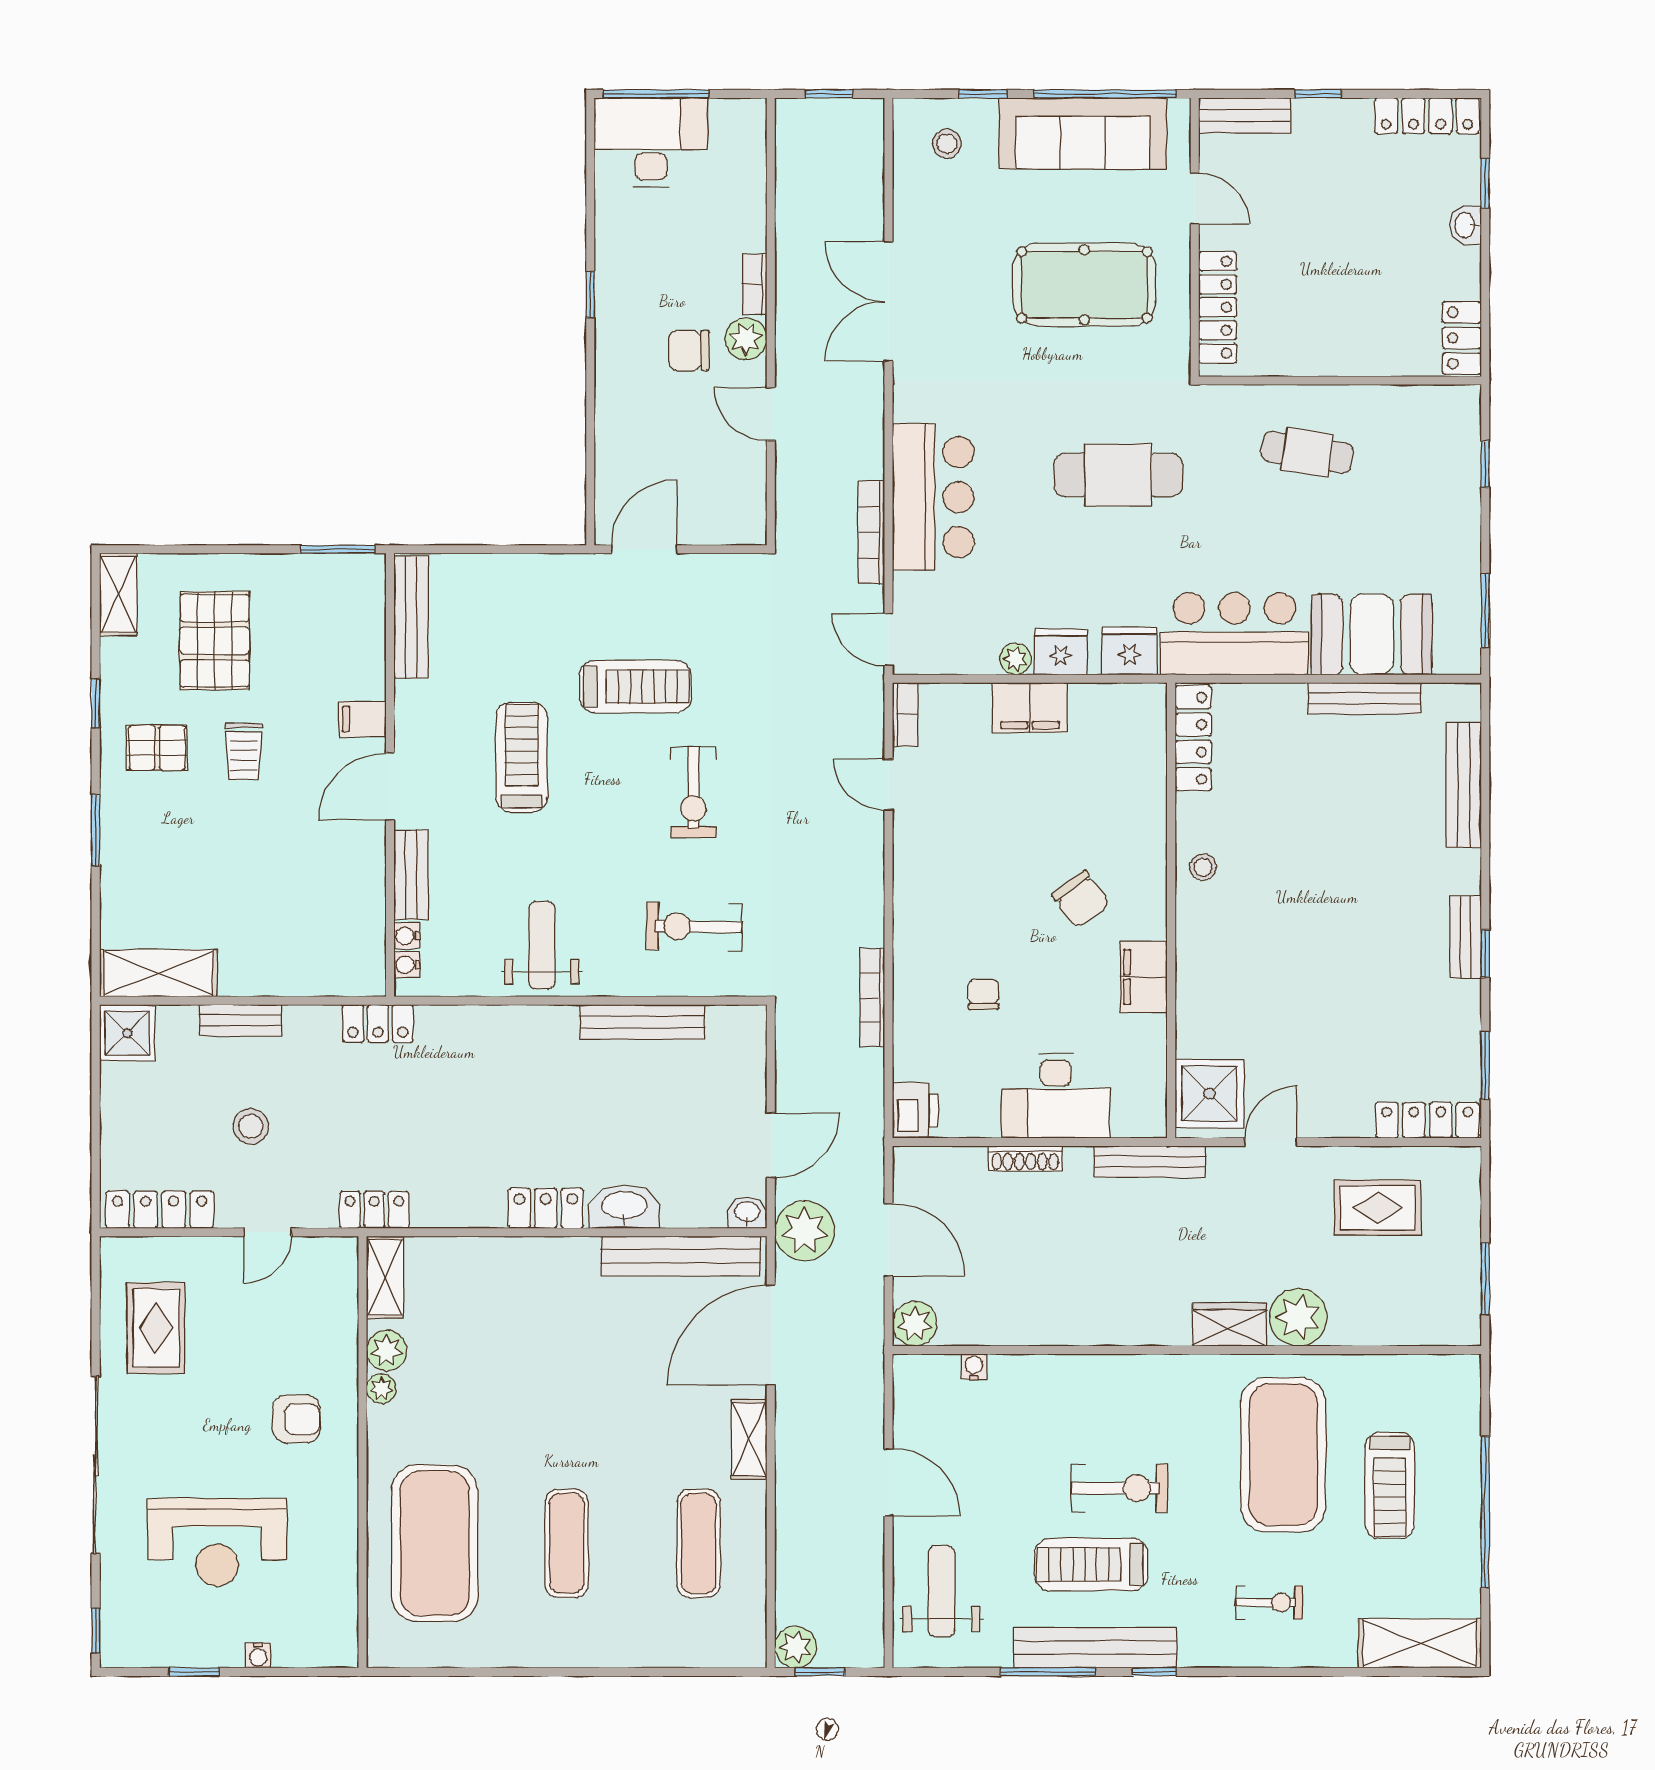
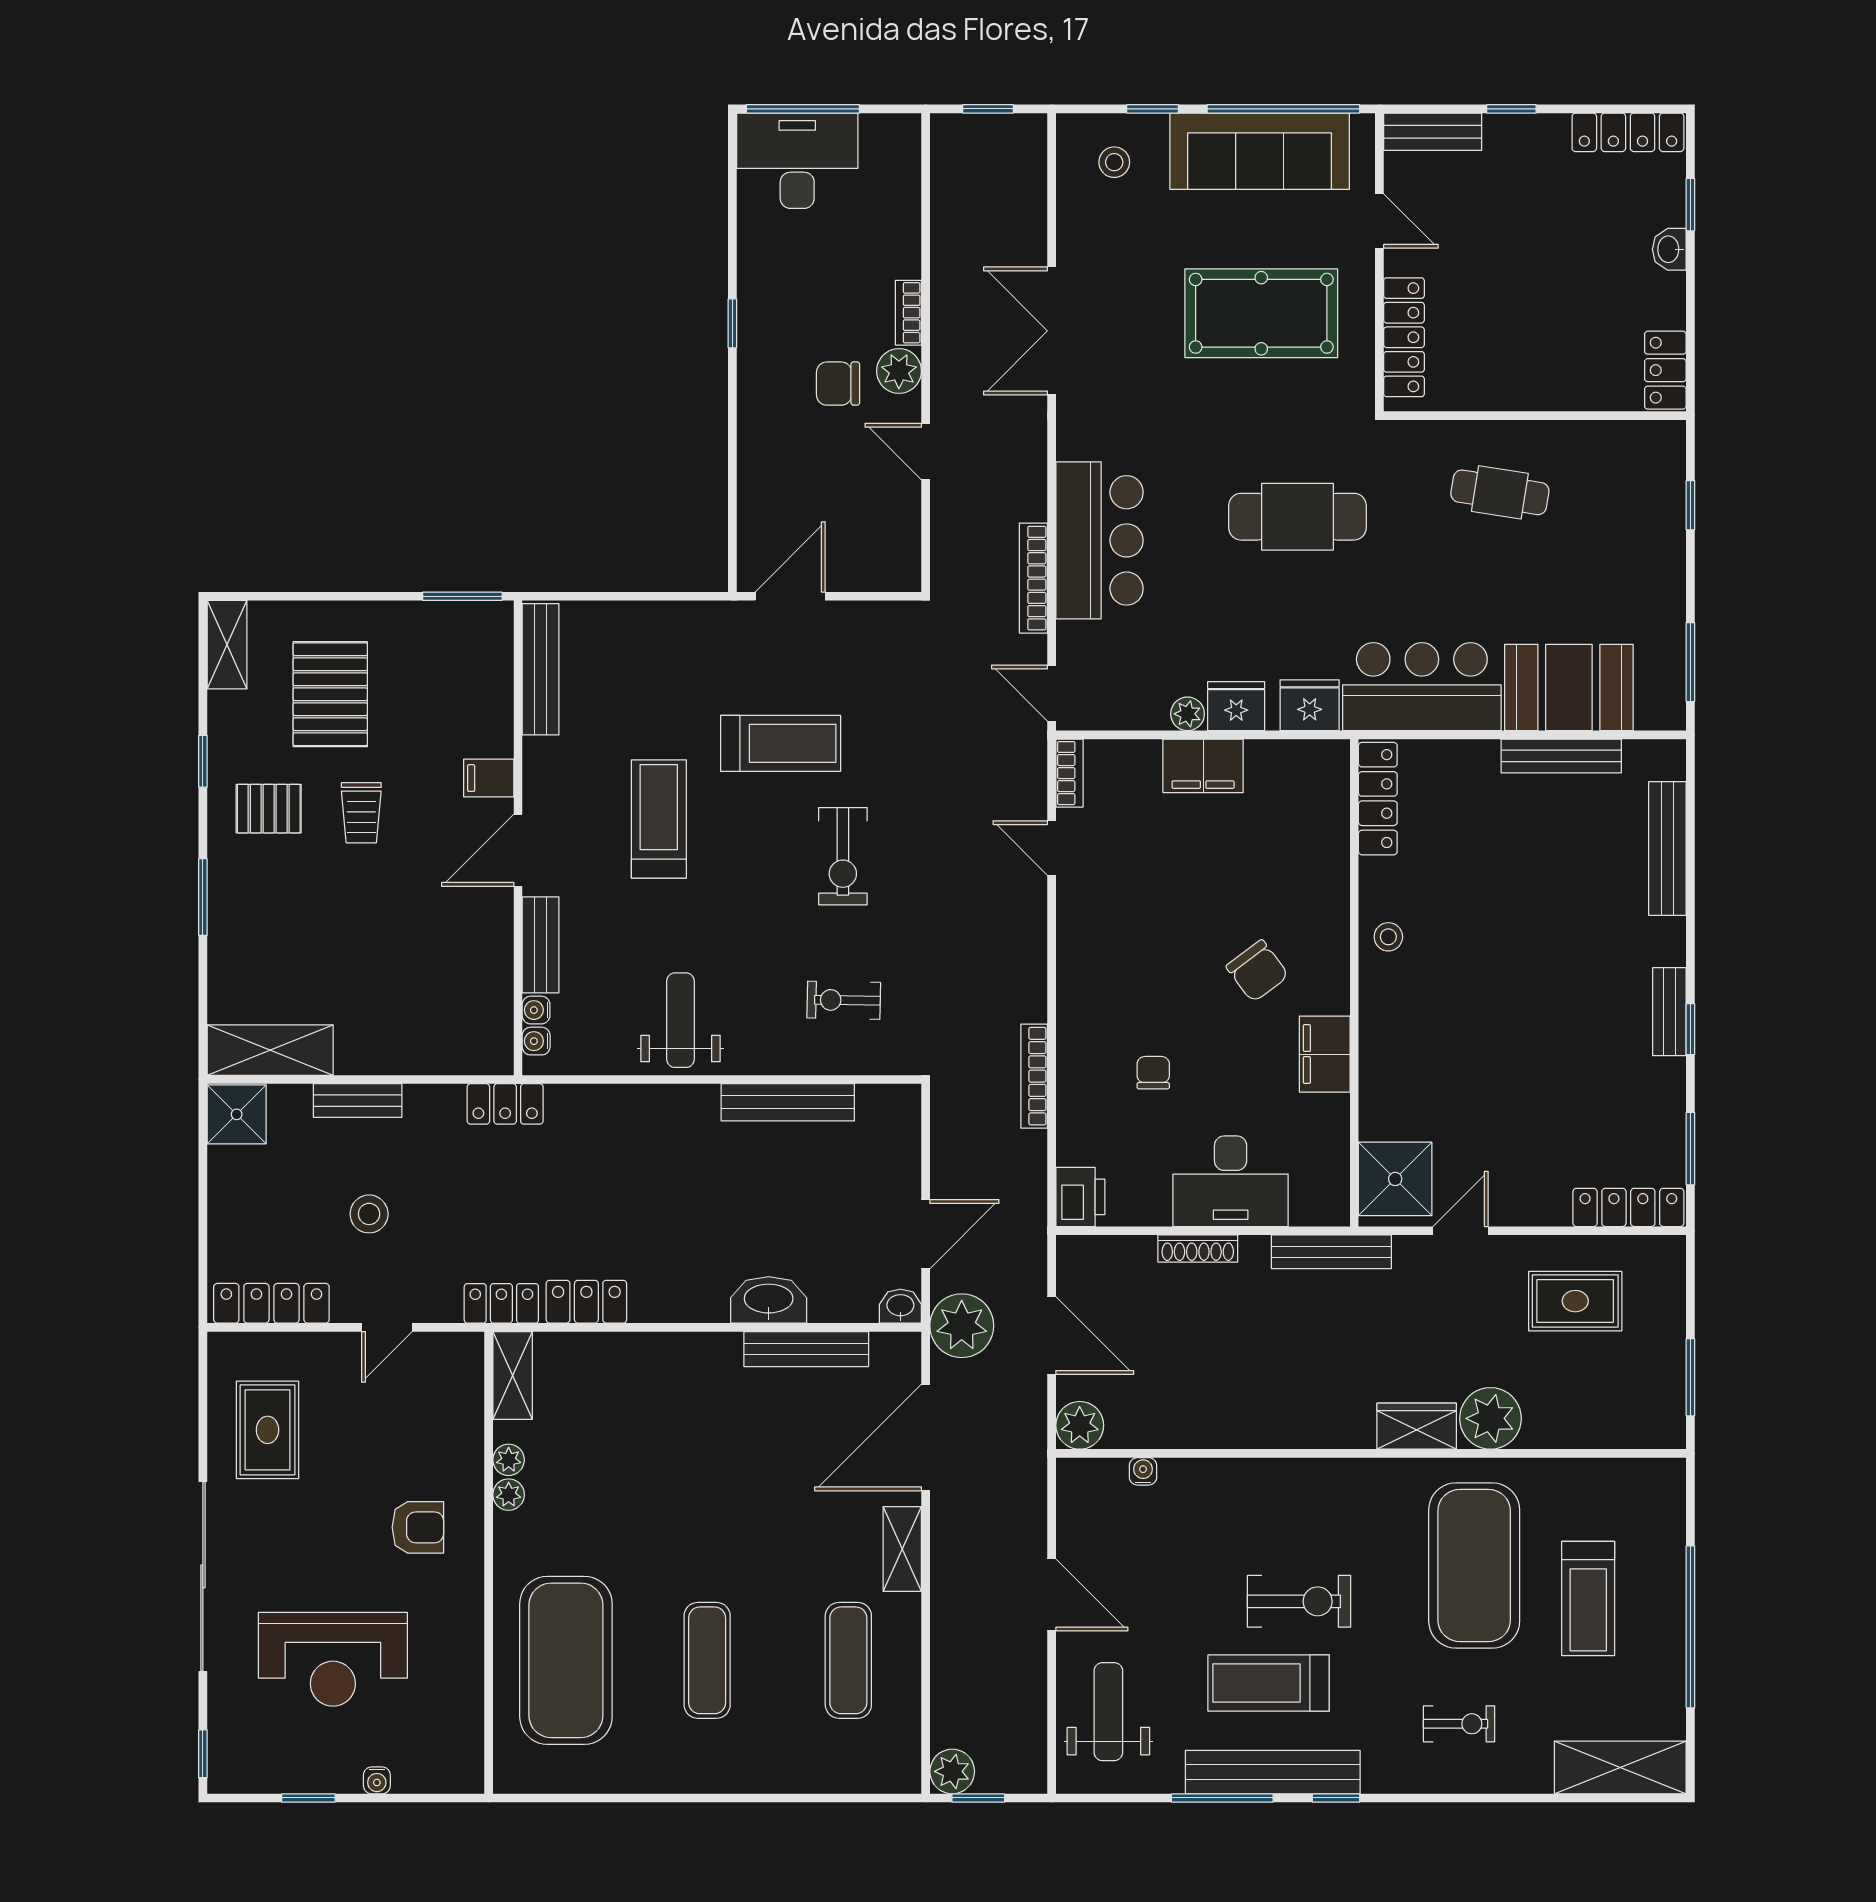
exercise bike: (694, 927) -> (844, 1000), width x0.73, depth x0.72
locker: (546, 1208) -> (586, 1302), moved
bench: (681, 1256) -> (806, 1349), width x0.73, depth x0.82
plant: (387, 1350) -> (509, 1460), width x0.73, depth x0.73

